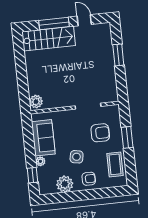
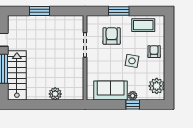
plant: (36, 102) -> (55, 94), moved
window: (33, 175) -> (133, 105), moved
plant: (65, 184) -> (157, 86), moved

